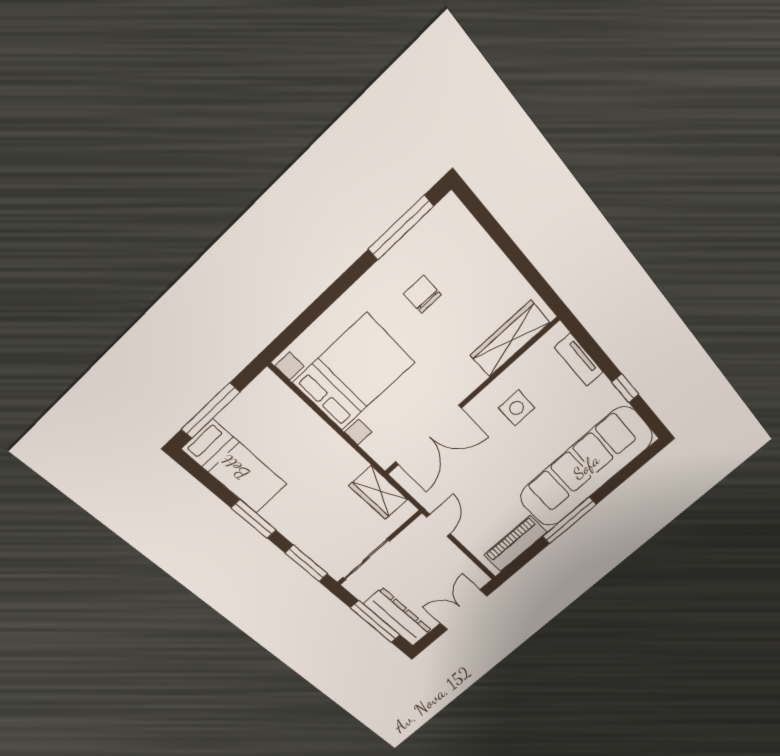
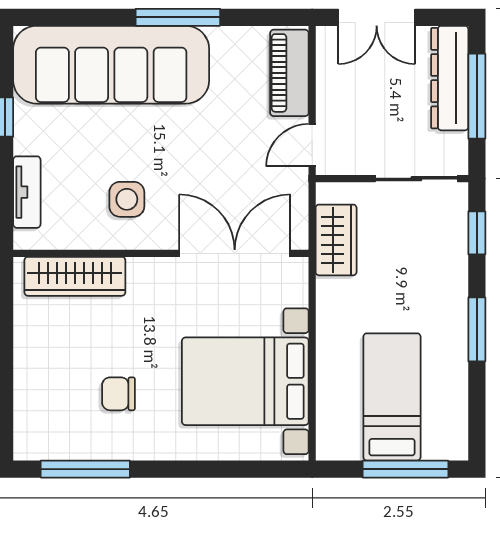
chair: (422, 294) -> (118, 394), turned 90
bed: (235, 467) -> (392, 397), moved
piano: (515, 544) -> (289, 73), moved, turned 90
window: (306, 563) -> (477, 233), width x0.67

